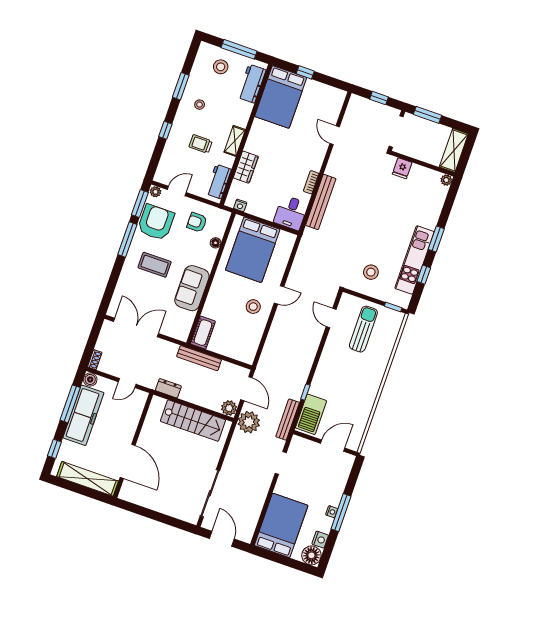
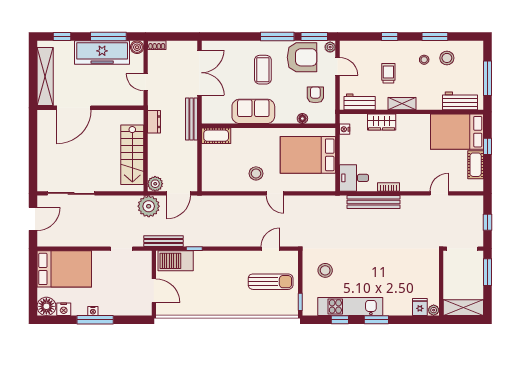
stool: (221, 67) -> (447, 58), moved
cot: (319, 90) -> (476, 165), added
fridge: (402, 168) -> (420, 307), moved, turned 90
bench: (199, 358) -> (191, 119), moved

